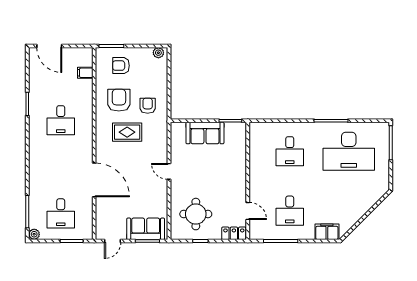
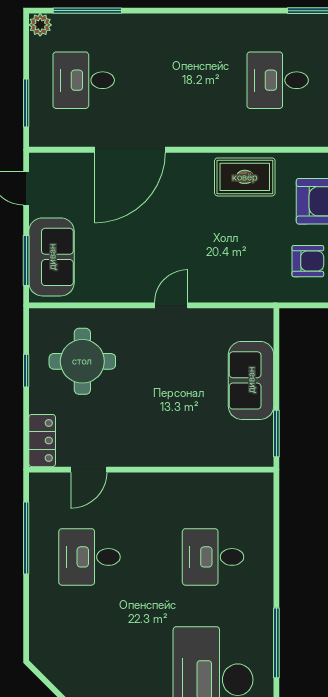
rug: (127, 132) -> (245, 177), moved, turned 90
door: (94, 180) -> (130, 150), moved
filing cabinet: (327, 232) -> (45, 634), removed

